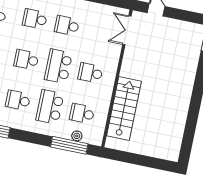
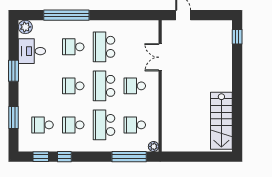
school desk: (67, 26) -> (104, 47), width x1.85
double door: (127, 30) -> (160, 57), moved
stairs: (124, 109) -> (221, 121), moved, turned 180
plant: (77, 136) -> (154, 146), moved

